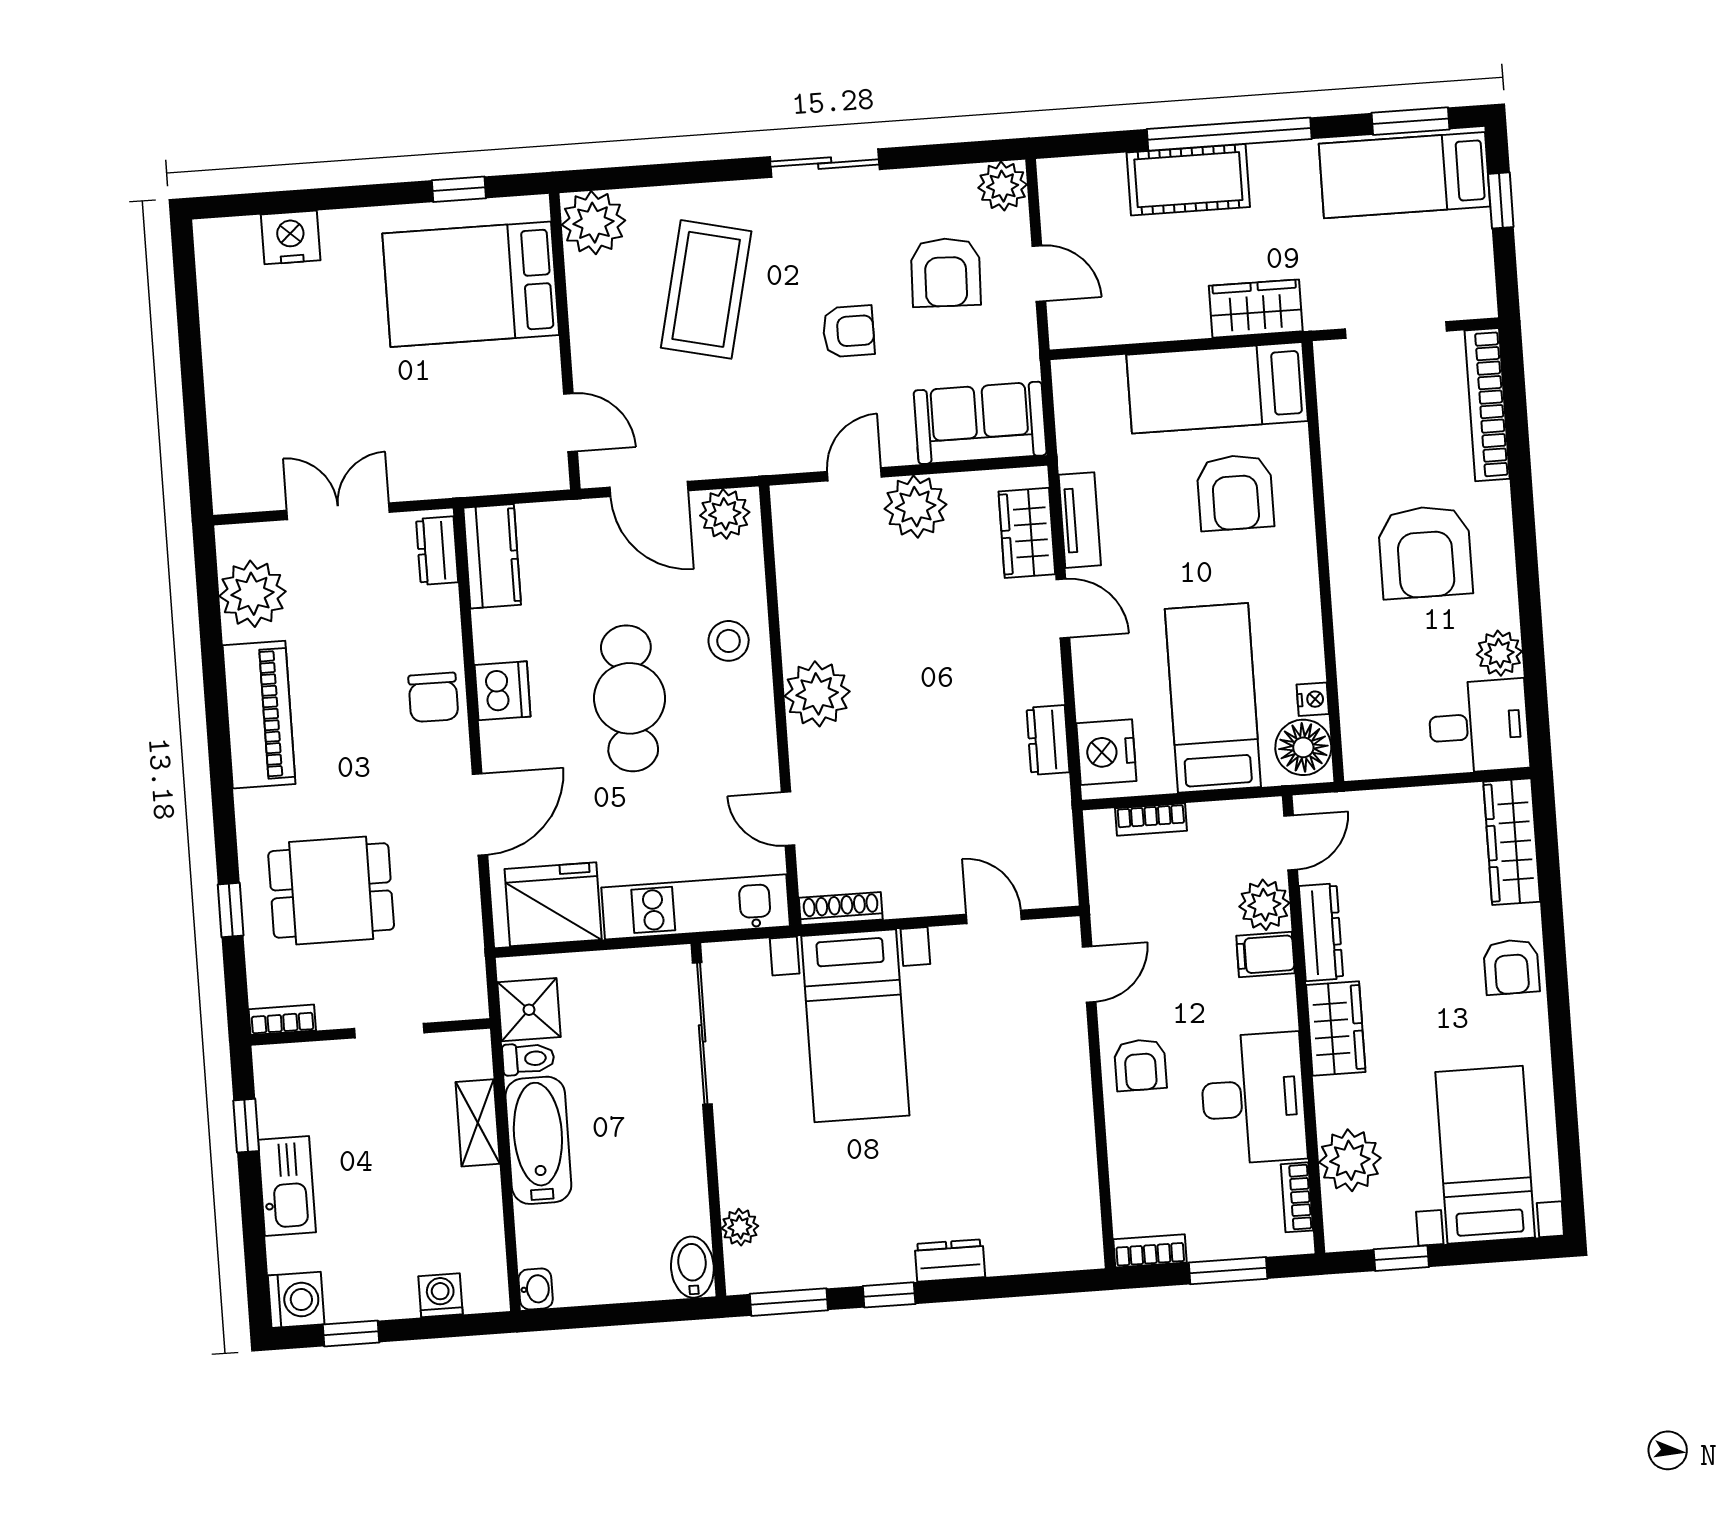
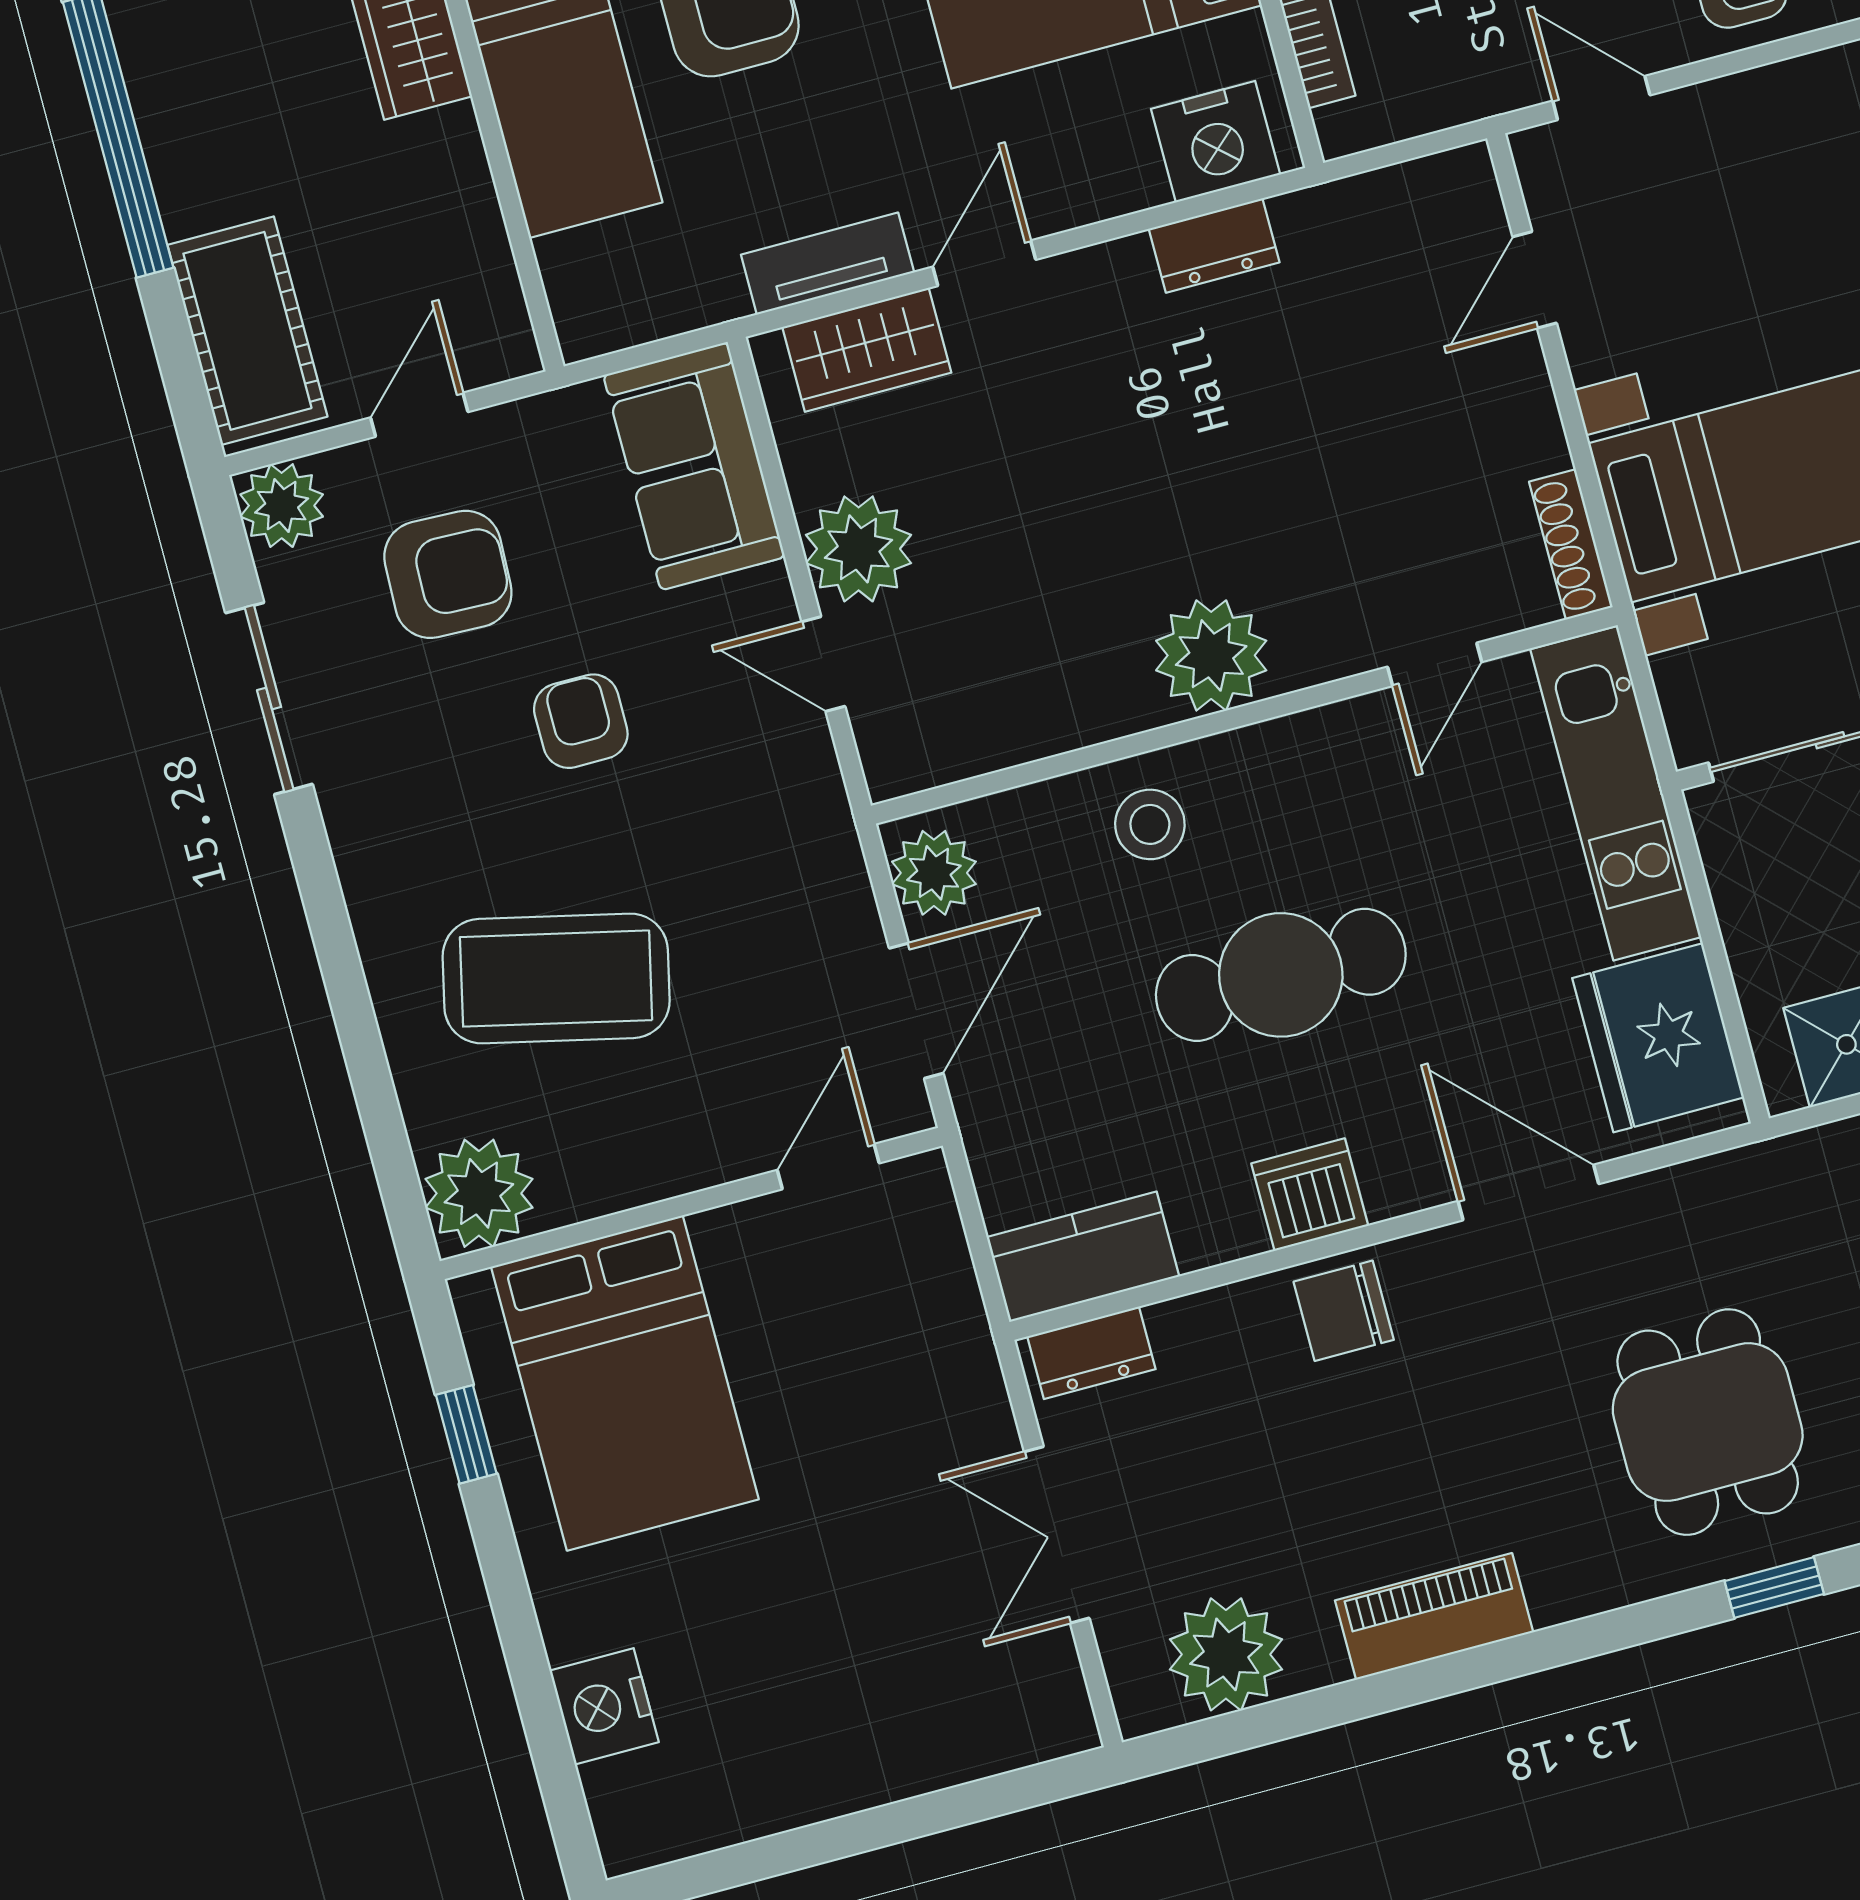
sliding door: (825, 163) -> (269, 698), moved
cot: (1188, 180) -> (247, 331), moved
chair: (433, 697) -> (1344, 1311), turned 180
piano: (259, 715) -> (1434, 1616), width x0.73, depth x0.75

